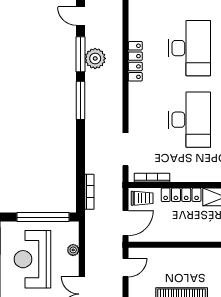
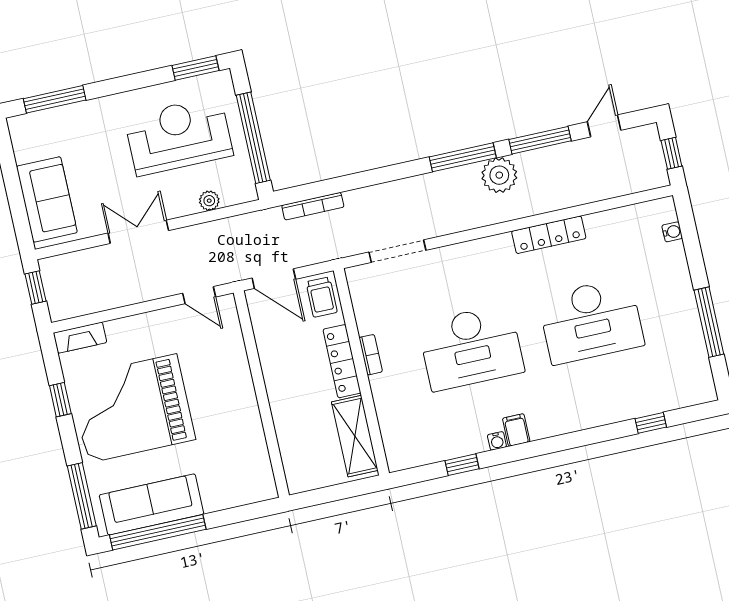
plant: (95, 58) -> (499, 175), moved
bookcase: (152, 178) -> (371, 355), moved, width x0.64

